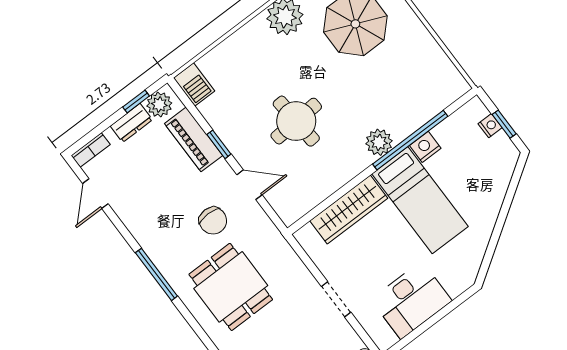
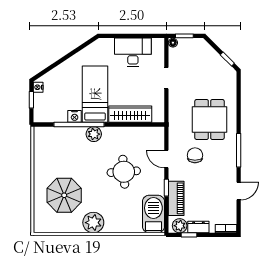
barbecue: (194, 85) -> (153, 214), width x1.88, depth x1.53
nightstand: (490, 126) -> (38, 87), moved
door: (95, 194) -> (239, 191), moved

